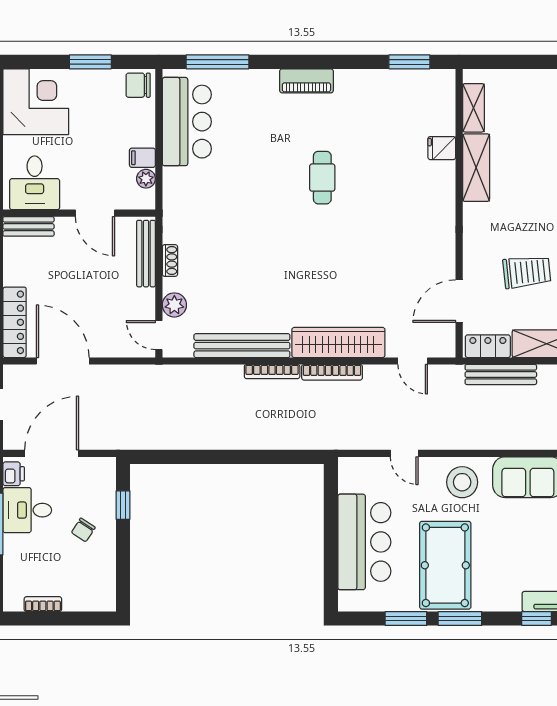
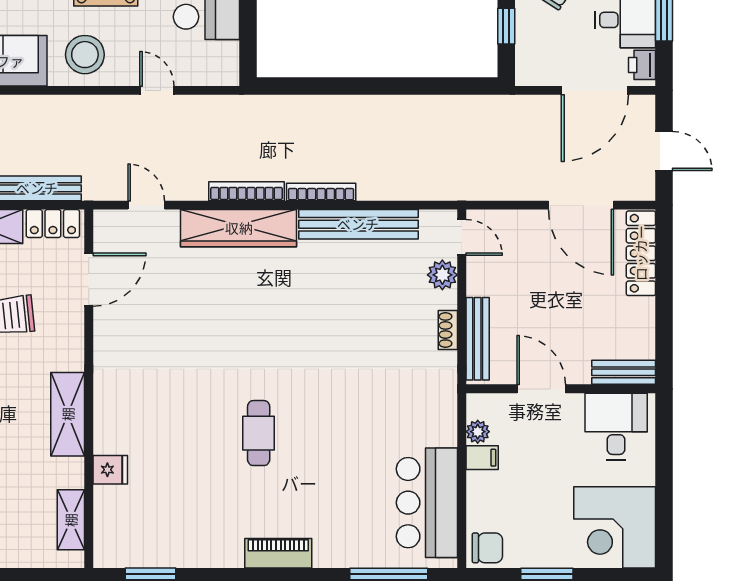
shelving: (476, 168) -> (68, 414), moved

